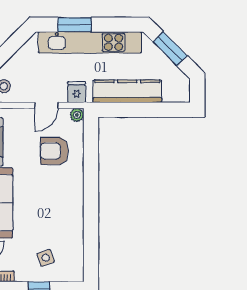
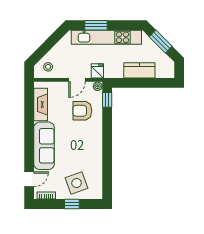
kitchen counter: (127, 91) -> (139, 70), width x0.67
window: (91, 135) -> (107, 100), added
side table: (46, 258) -> (76, 183), width x1.87, depth x1.87

